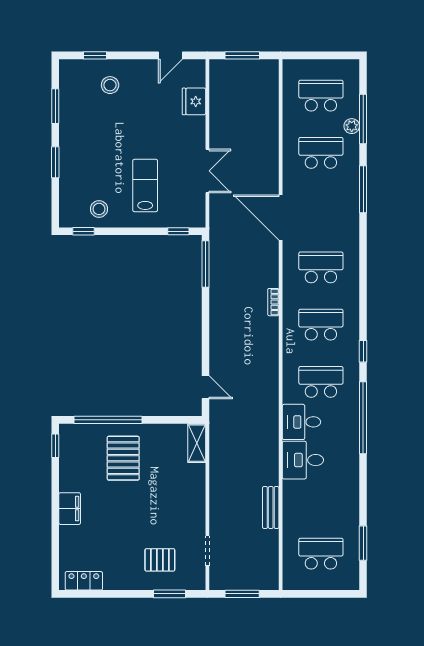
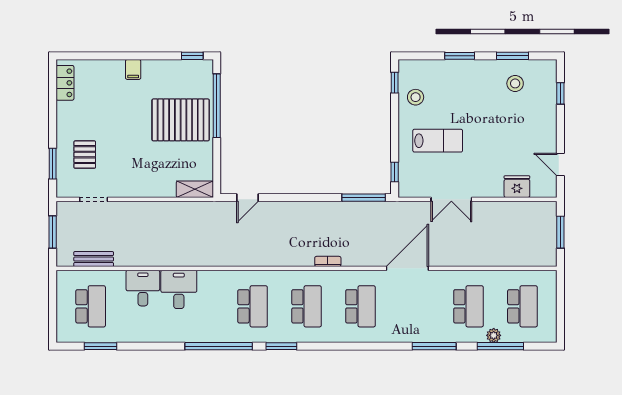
stool: (110, 85) -> (515, 83), moved
window: (363, 351) -> (281, 346), width x1.50
desk: (301, 422) -> (143, 288), moved
pallet: (123, 458) -> (181, 120), width x1.37, depth x1.41
bench: (271, 508) -> (94, 259), moved
filing cabinet: (70, 509) -> (133, 69), width x0.50

